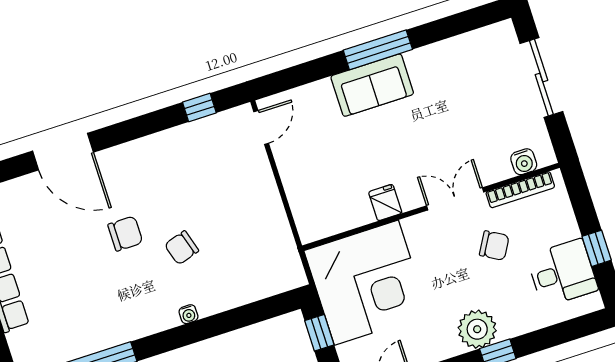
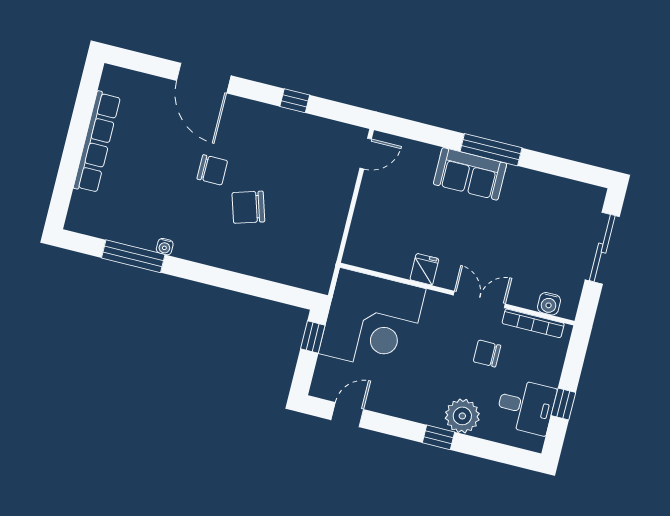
window: (199, 107) -> (295, 101), moved
chair: (494, 246) -> (487, 354), turned 150
chair: (182, 248) -> (248, 207), width x1.37, depth x1.37
water cooler: (188, 314) -> (165, 247), moved
plant: (477, 329) -> (462, 416), moved

